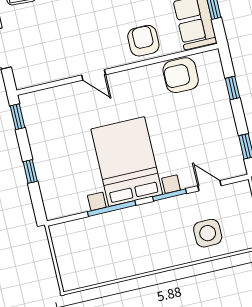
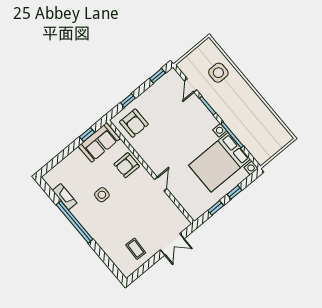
armchair: (181, 75) -> (134, 123), moved
window: (17, 117) -> (216, 208), moved
bed with nightstands: (127, 162) -> (220, 162), moved

